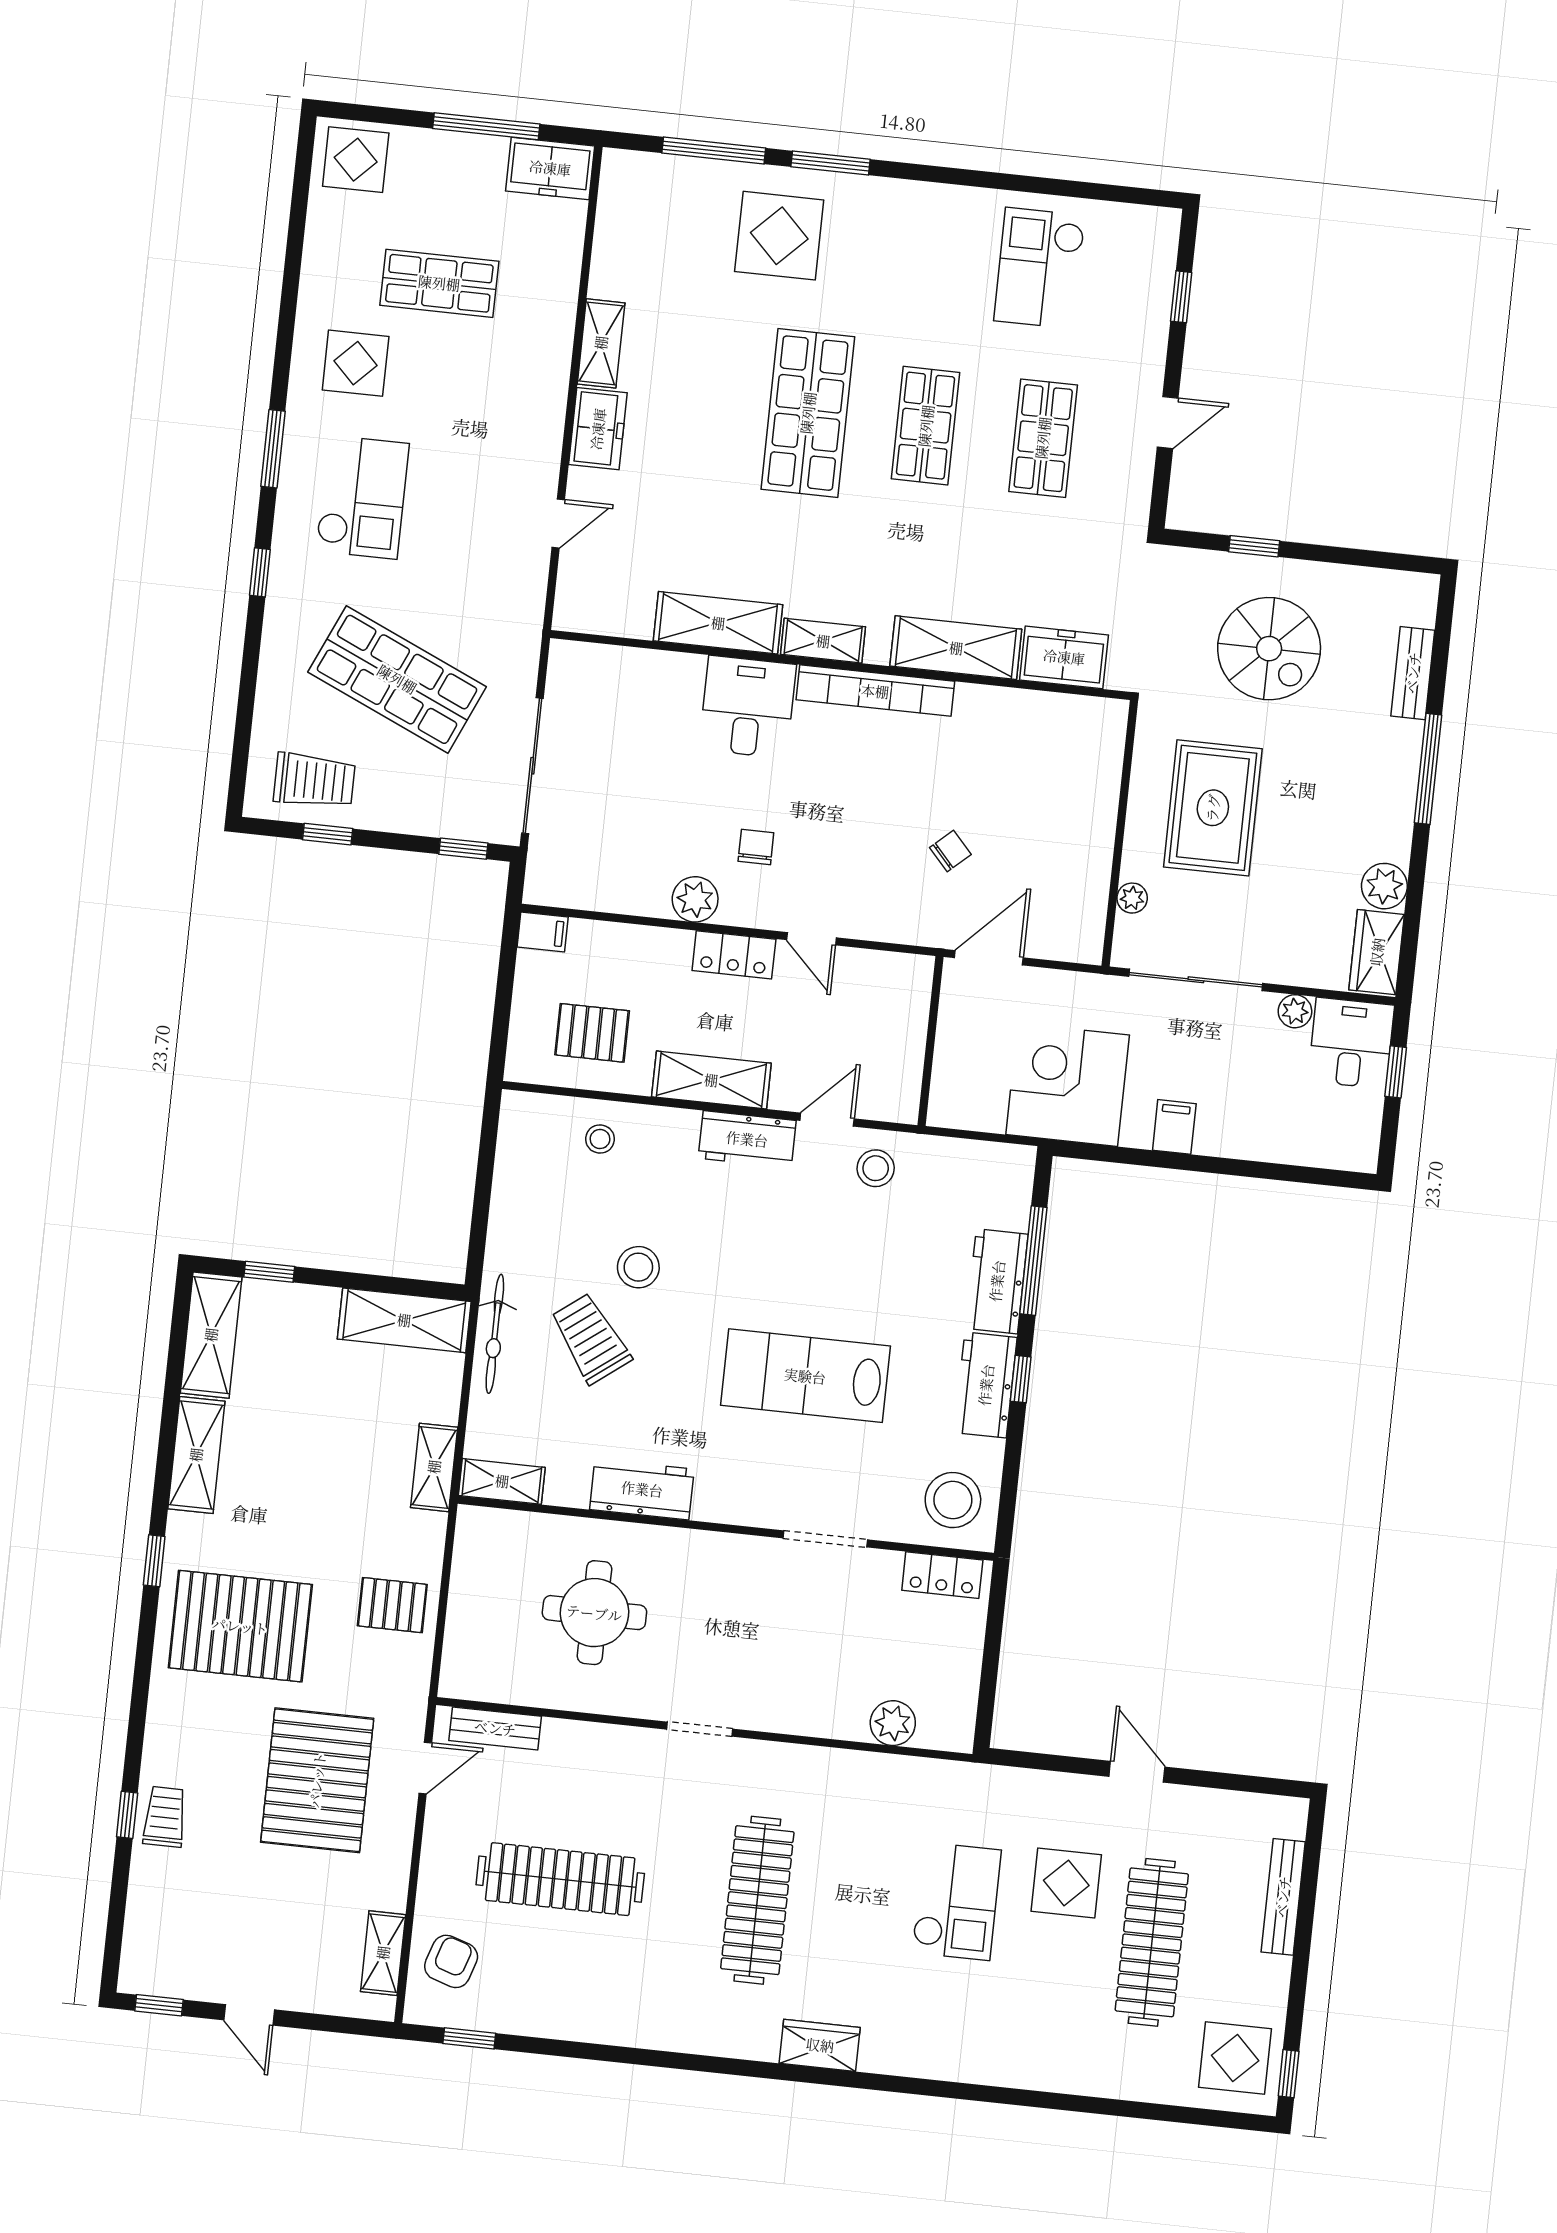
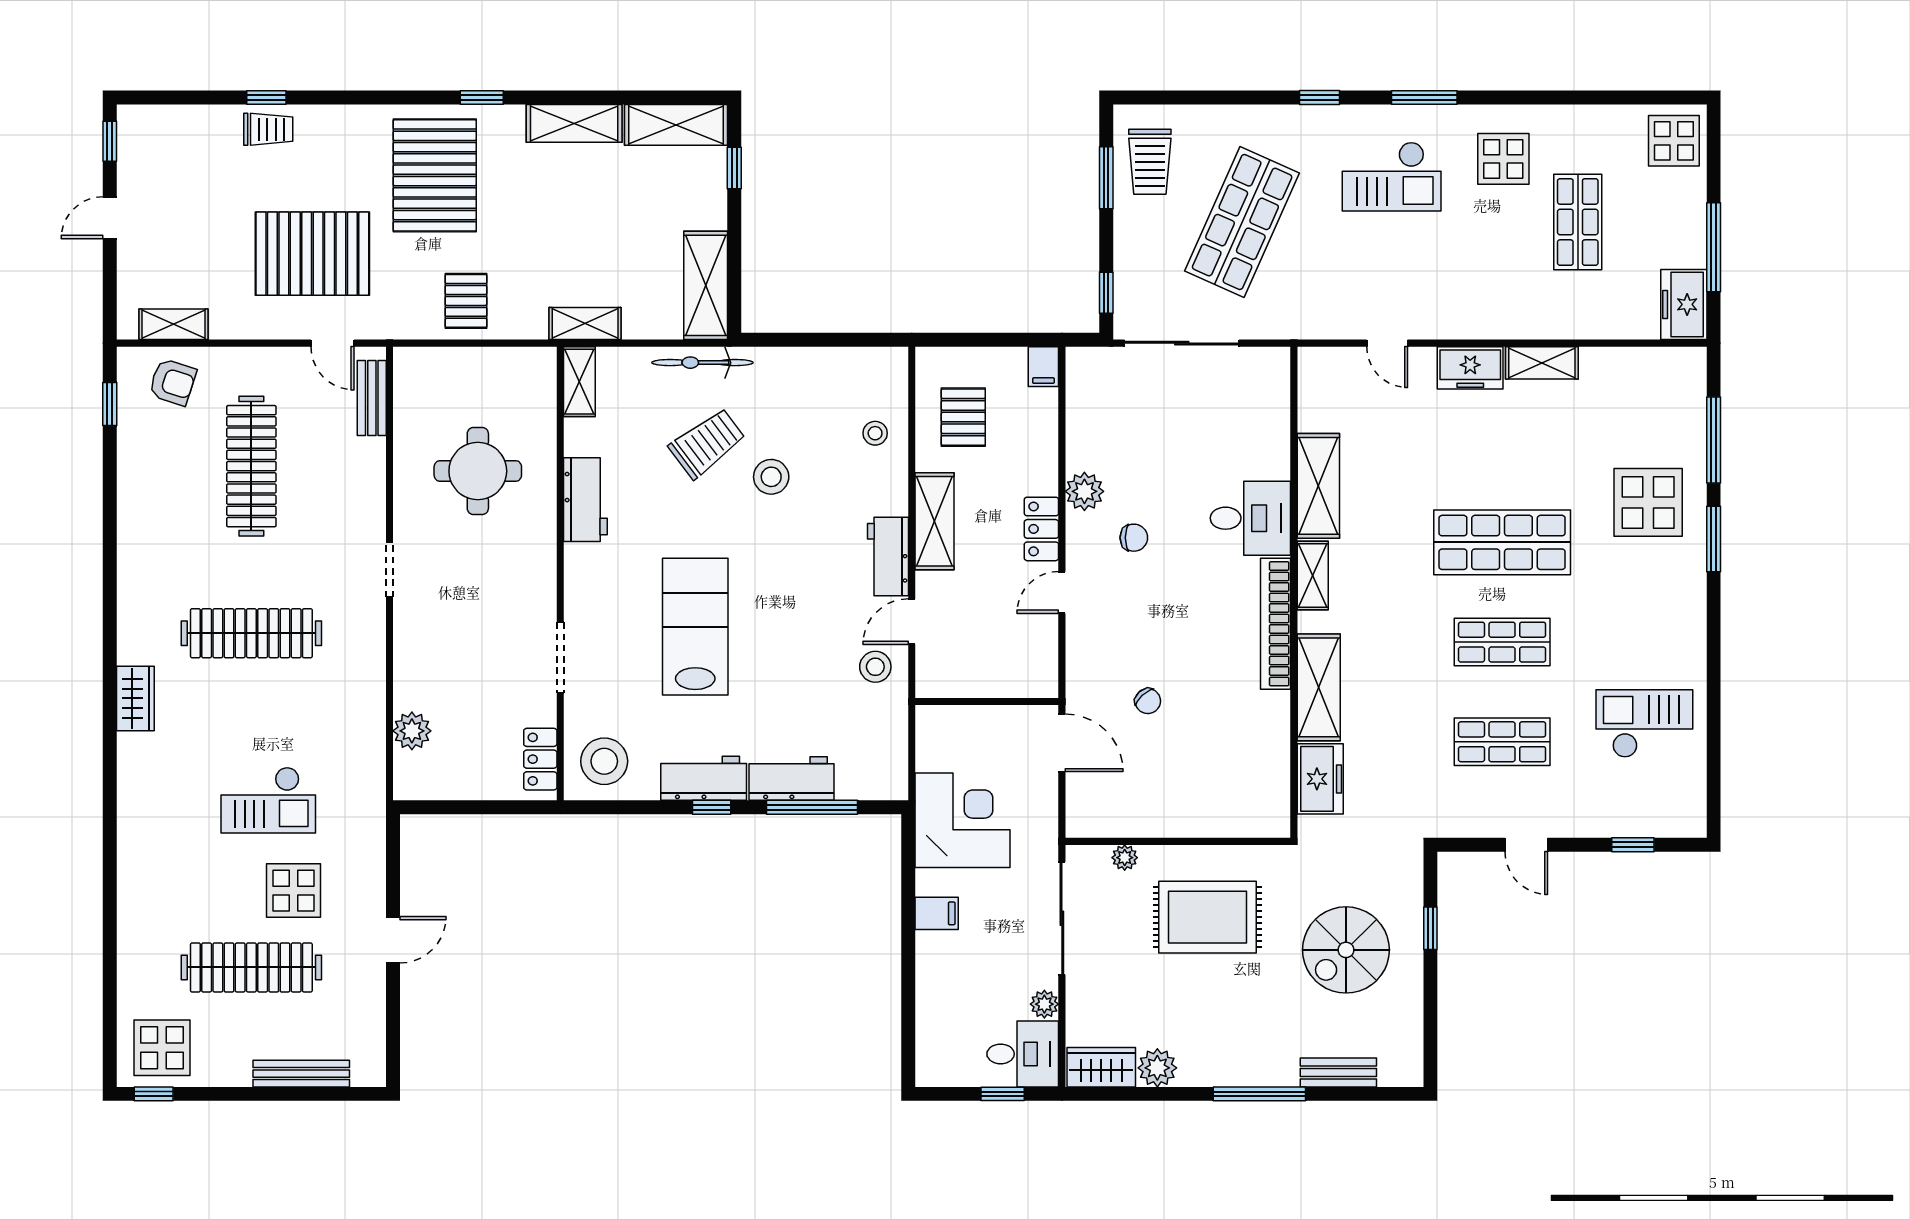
window: (328, 834) -> (1106, 178), width x1.50
door: (827, 1120) -> (912, 622), swing flipped

